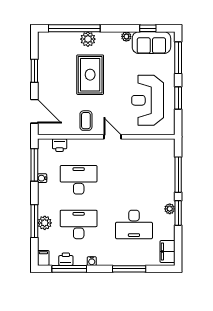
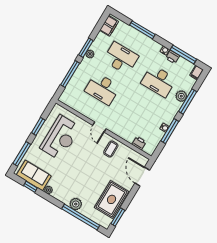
window: (34, 71) -> (118, 217), moved
rug: (90, 75) -> (112, 199), moved
window: (34, 165) -> (170, 131), moved
desk: (79, 180) -> (102, 89), moved
printer: (66, 259) -> (173, 57), moved

